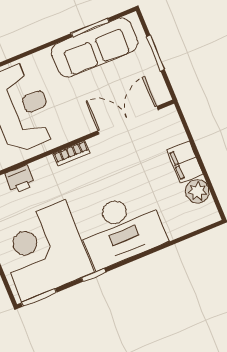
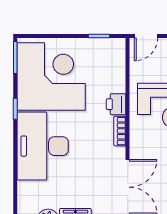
printer: (20, 179) -> (116, 104), moved

